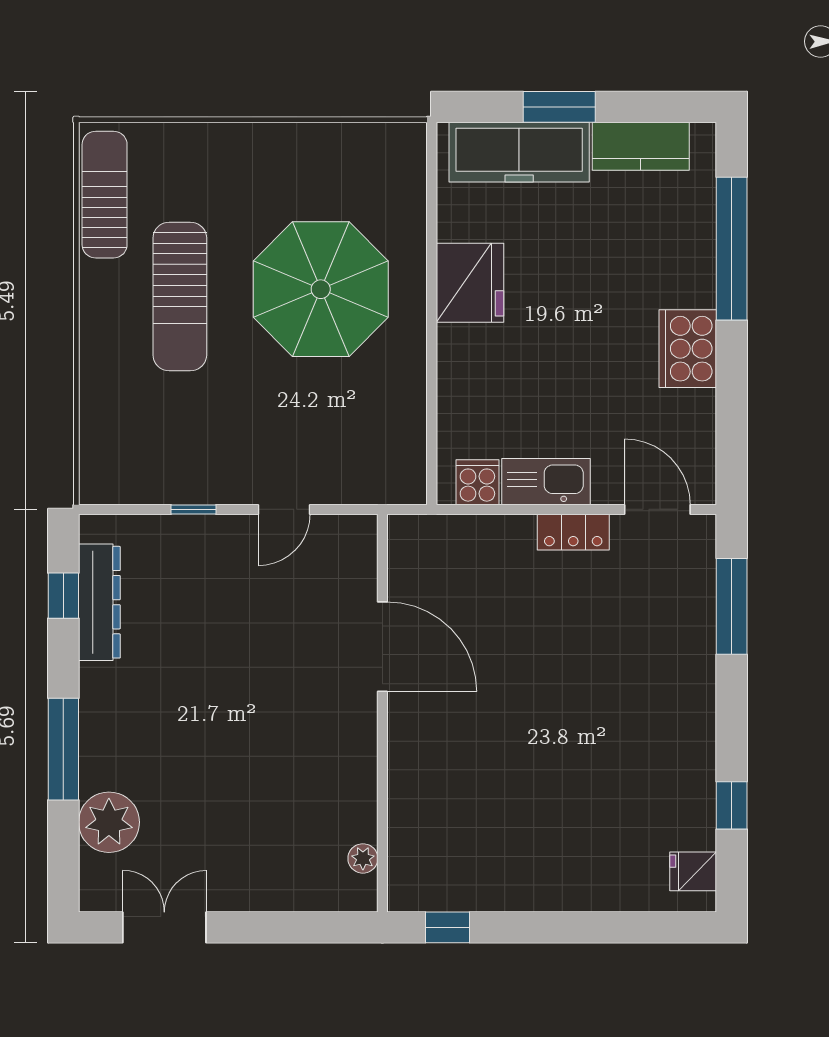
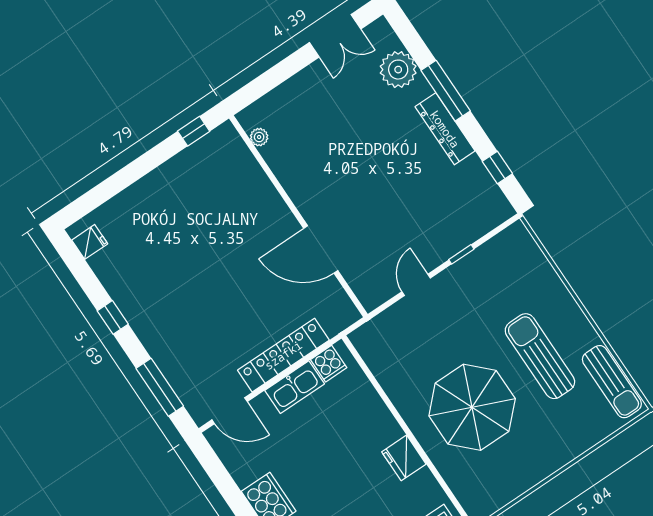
fridge: (470, 283) -> (404, 458), width x0.73, depth x0.75
locker: (573, 532) -> (283, 355), width x2.16, depth x1.21
dresser: (99, 602) -> (445, 129), moved
window: (732, 805) -> (113, 317), moved

